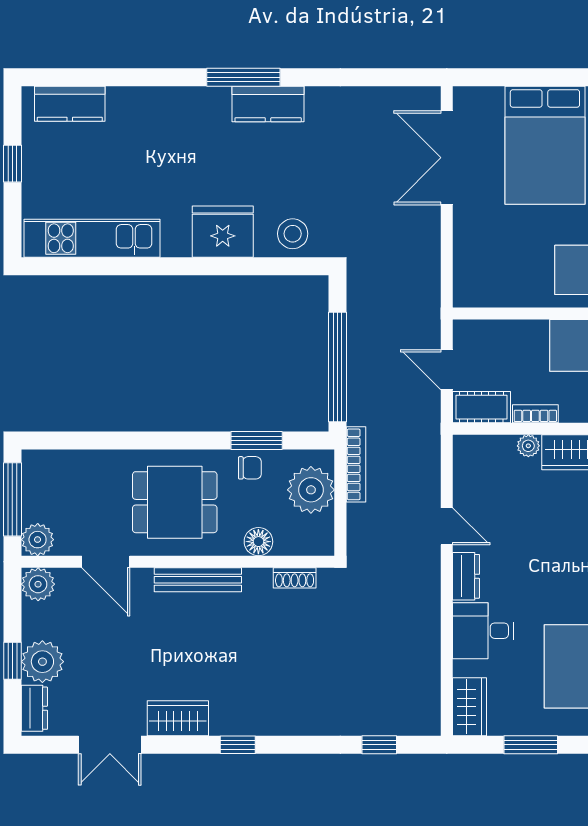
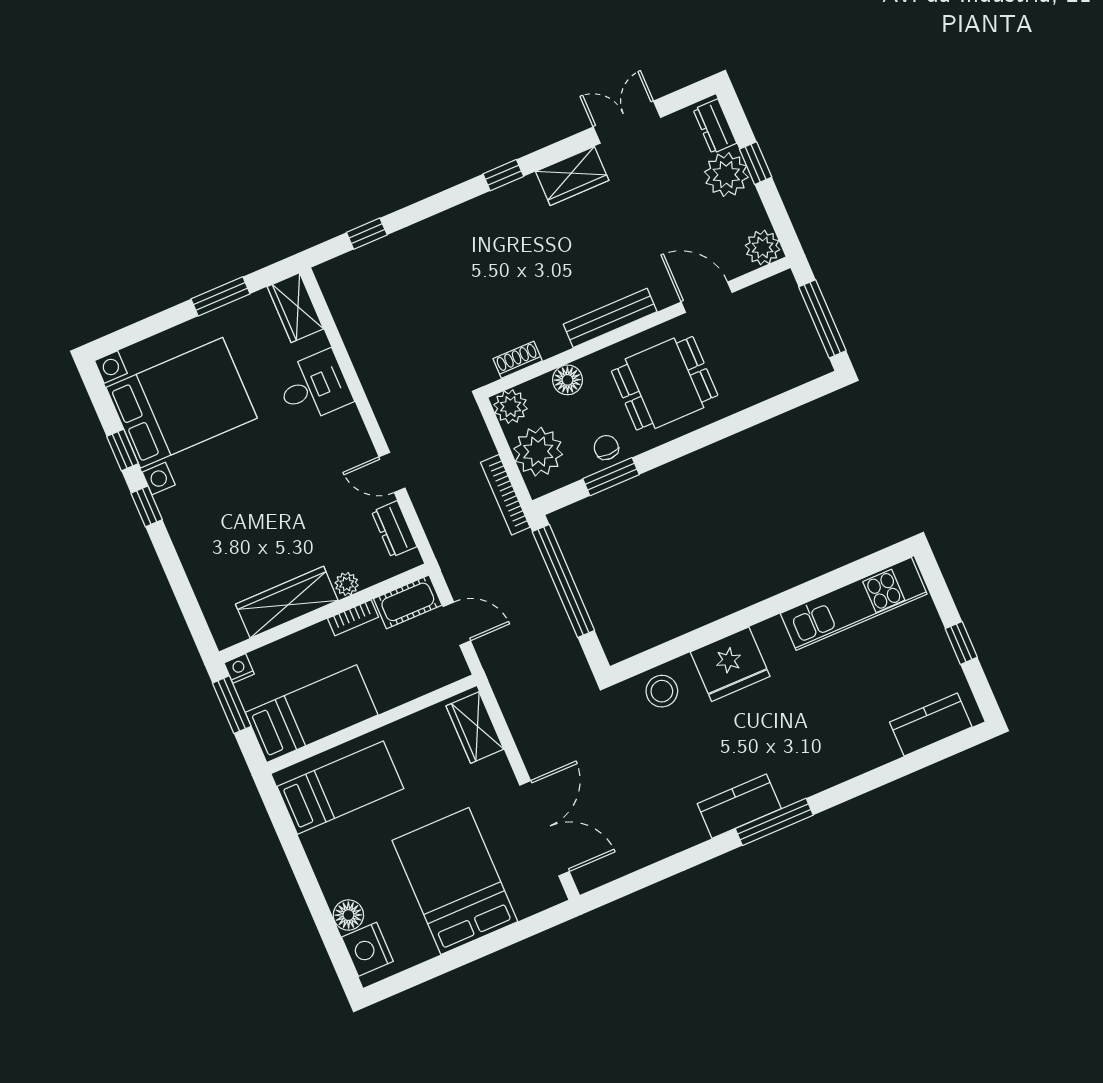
wardrobe: (470, 272) -> (475, 727), added
chair: (250, 468) -> (606, 447), turned 90
plant: (38, 540) -> (511, 407), moved
dresser: (466, 576) -> (394, 529), moved

